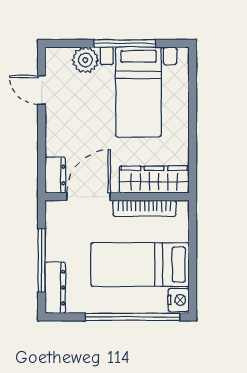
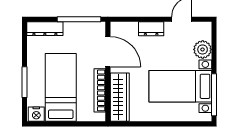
window: (125, 43) -> (214, 95), moved
dresser: (55, 175) -> (151, 29), moved
window: (42, 261) -> (79, 19), moved
window: (133, 317) -> (25, 82), width x0.47

